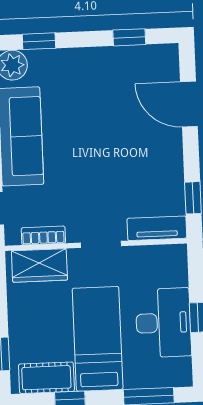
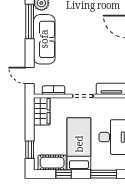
wardrobe: (39, 265) -> (42, 111), moved, turned -90

